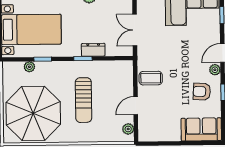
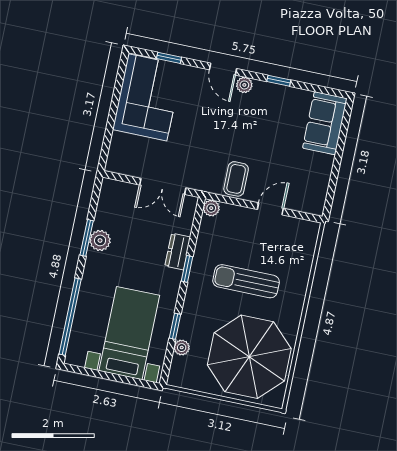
armchair: (202, 92) -> (271, 110), removed
sun lounger: (83, 100) -> (246, 281), turned 180
door: (136, 106) -> (270, 209), swing flipped
plant: (128, 129) -> (211, 208), moved

